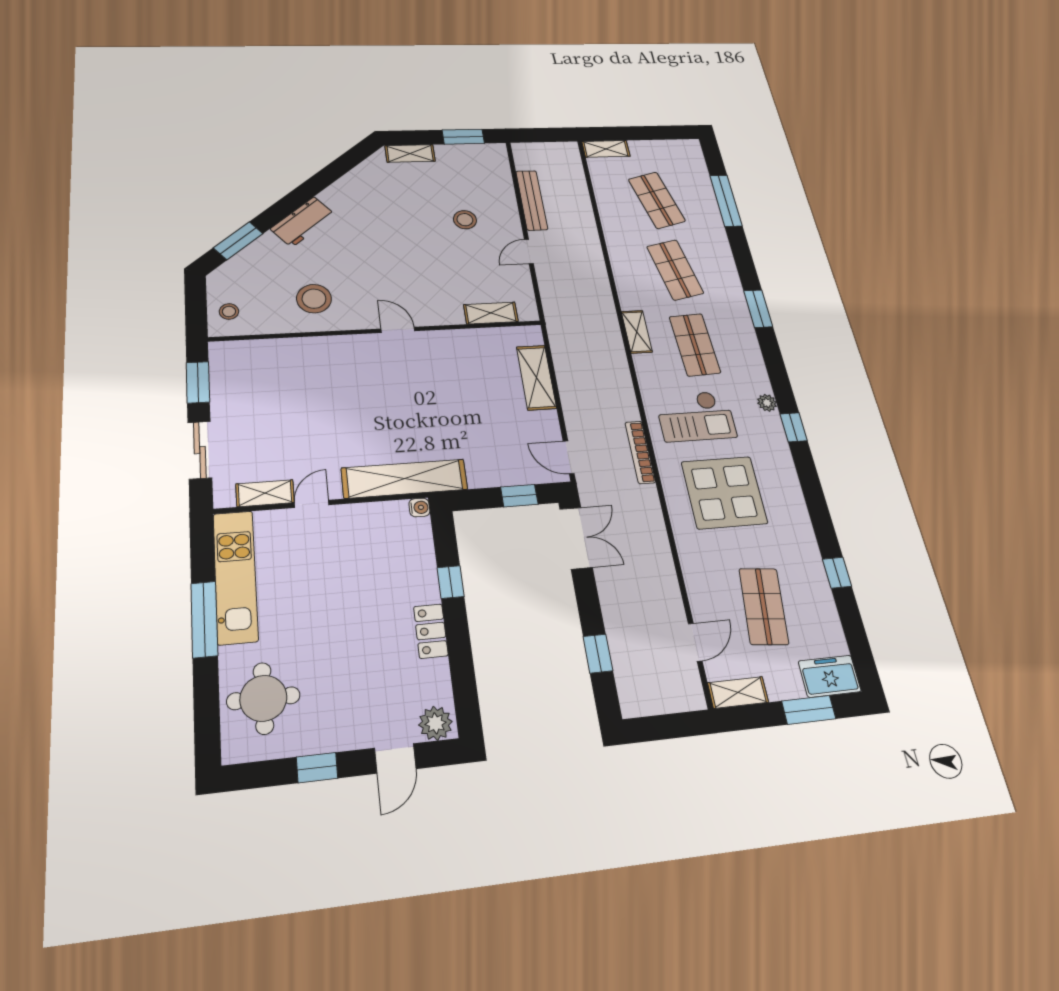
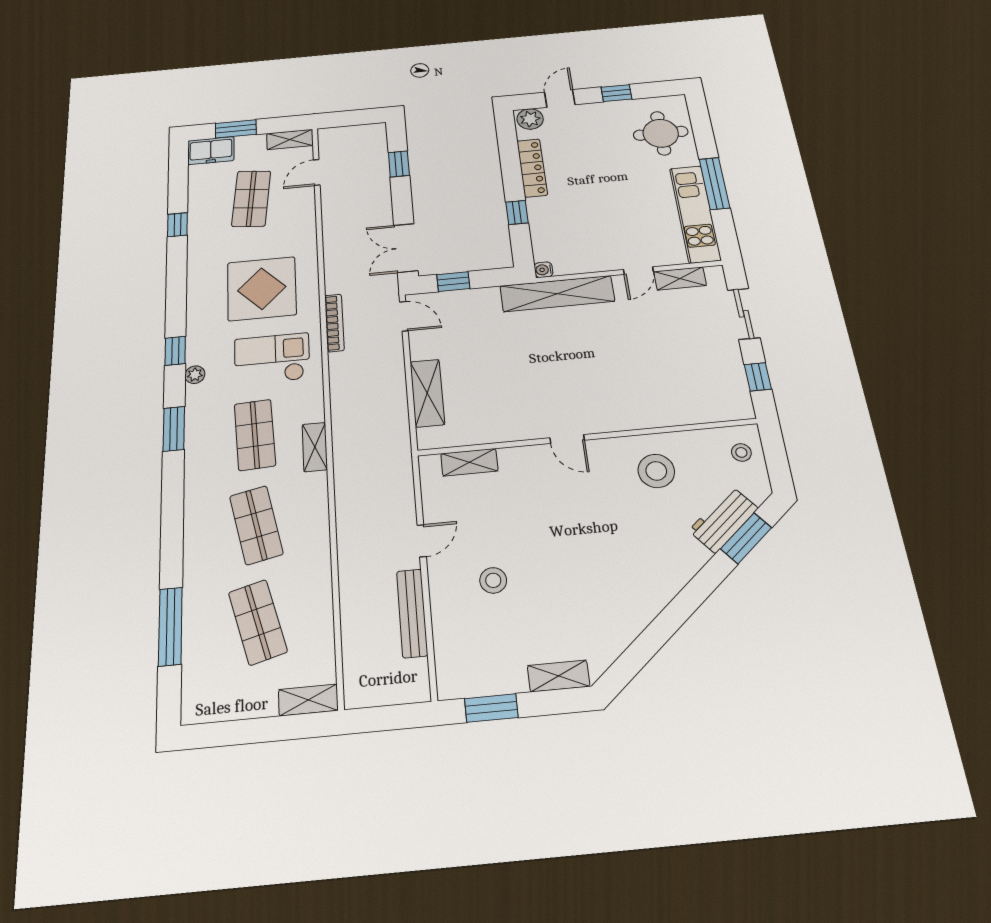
workbench: (303, 222) -> (723, 519), moved
window: (758, 309) -> (174, 429), moved
window: (198, 382) -> (758, 377), width x0.67
locker: (431, 631) -> (532, 168), width x1.53

